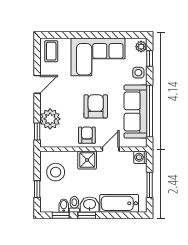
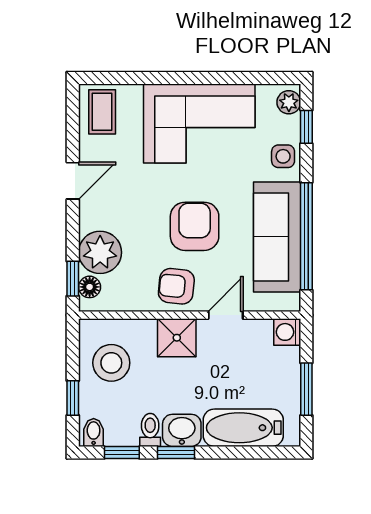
armchair: (87, 135) -> (176, 286), turned -84
floor lamp: (45, 136) -> (90, 287), added
bidet: (64, 206) -> (94, 432), moved

